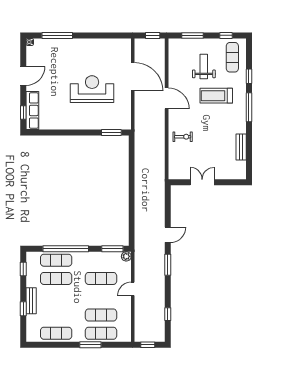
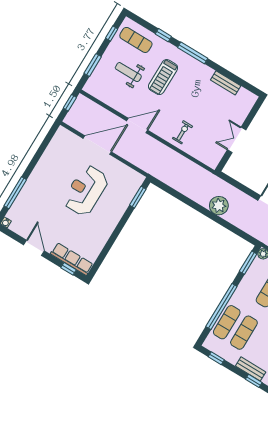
plant: (143, 199) -> (219, 206), added

